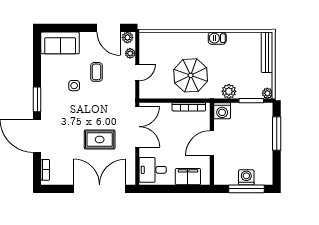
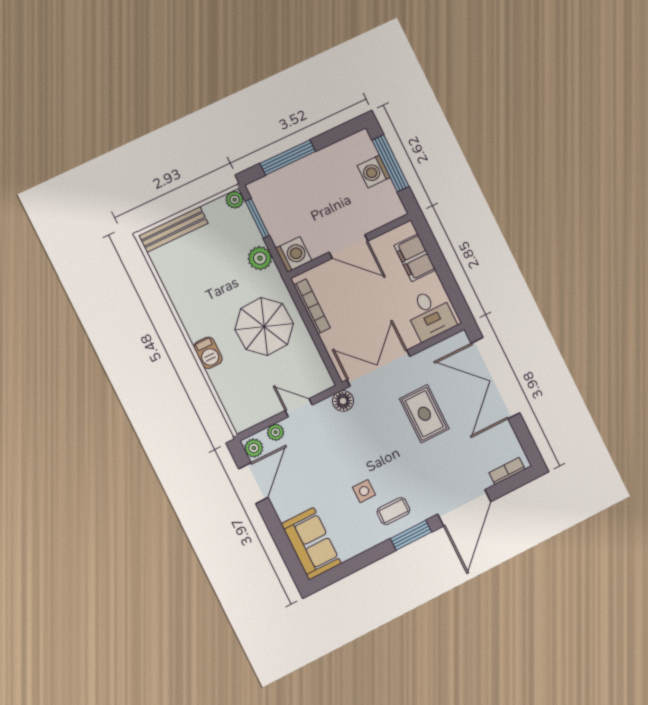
barbecue: (217, 38) -> (208, 353), moved
coffee table: (96, 72) -> (393, 511), moved
floor lamp: (129, 98) -> (343, 401), added

